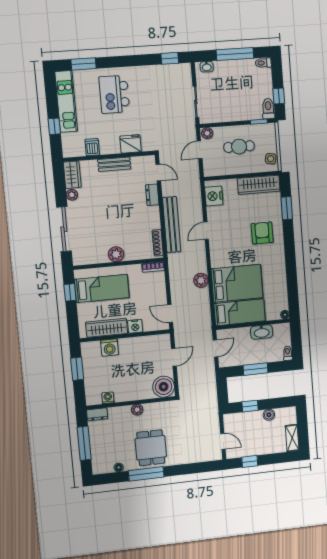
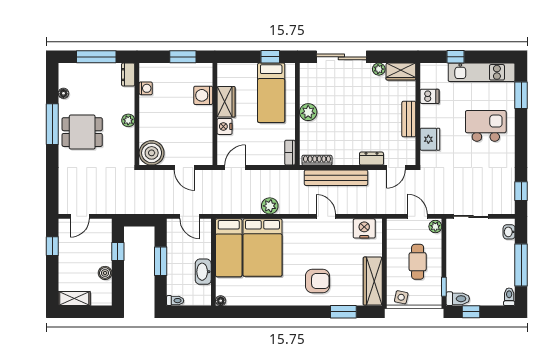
wardrobe: (107, 328) -> (226, 102), width x0.67

